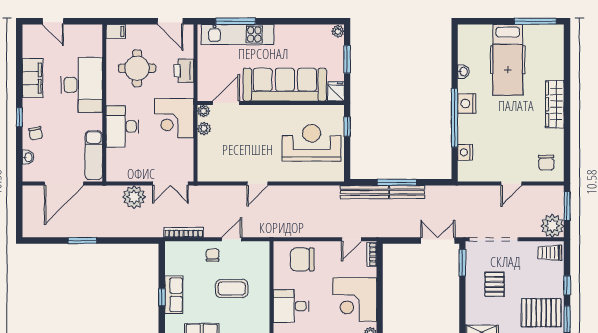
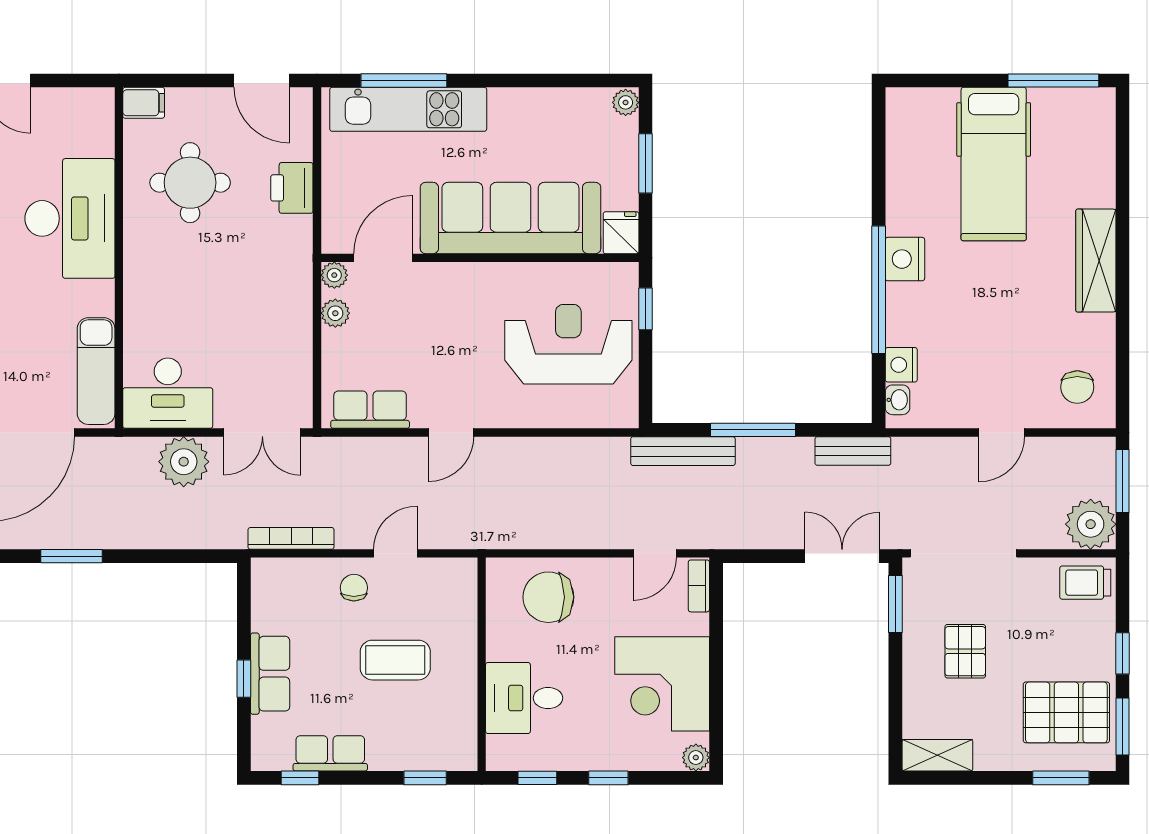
washbasin: (463, 72) -> (897, 400), moved
corner desk: (174, 118) -> (270, 290), removed
desk: (122, 126) -> (168, 393), moved, turned -90
row of seats: (220, 173) -> (370, 410), added
bench: (407, 192) -> (853, 451), moved

